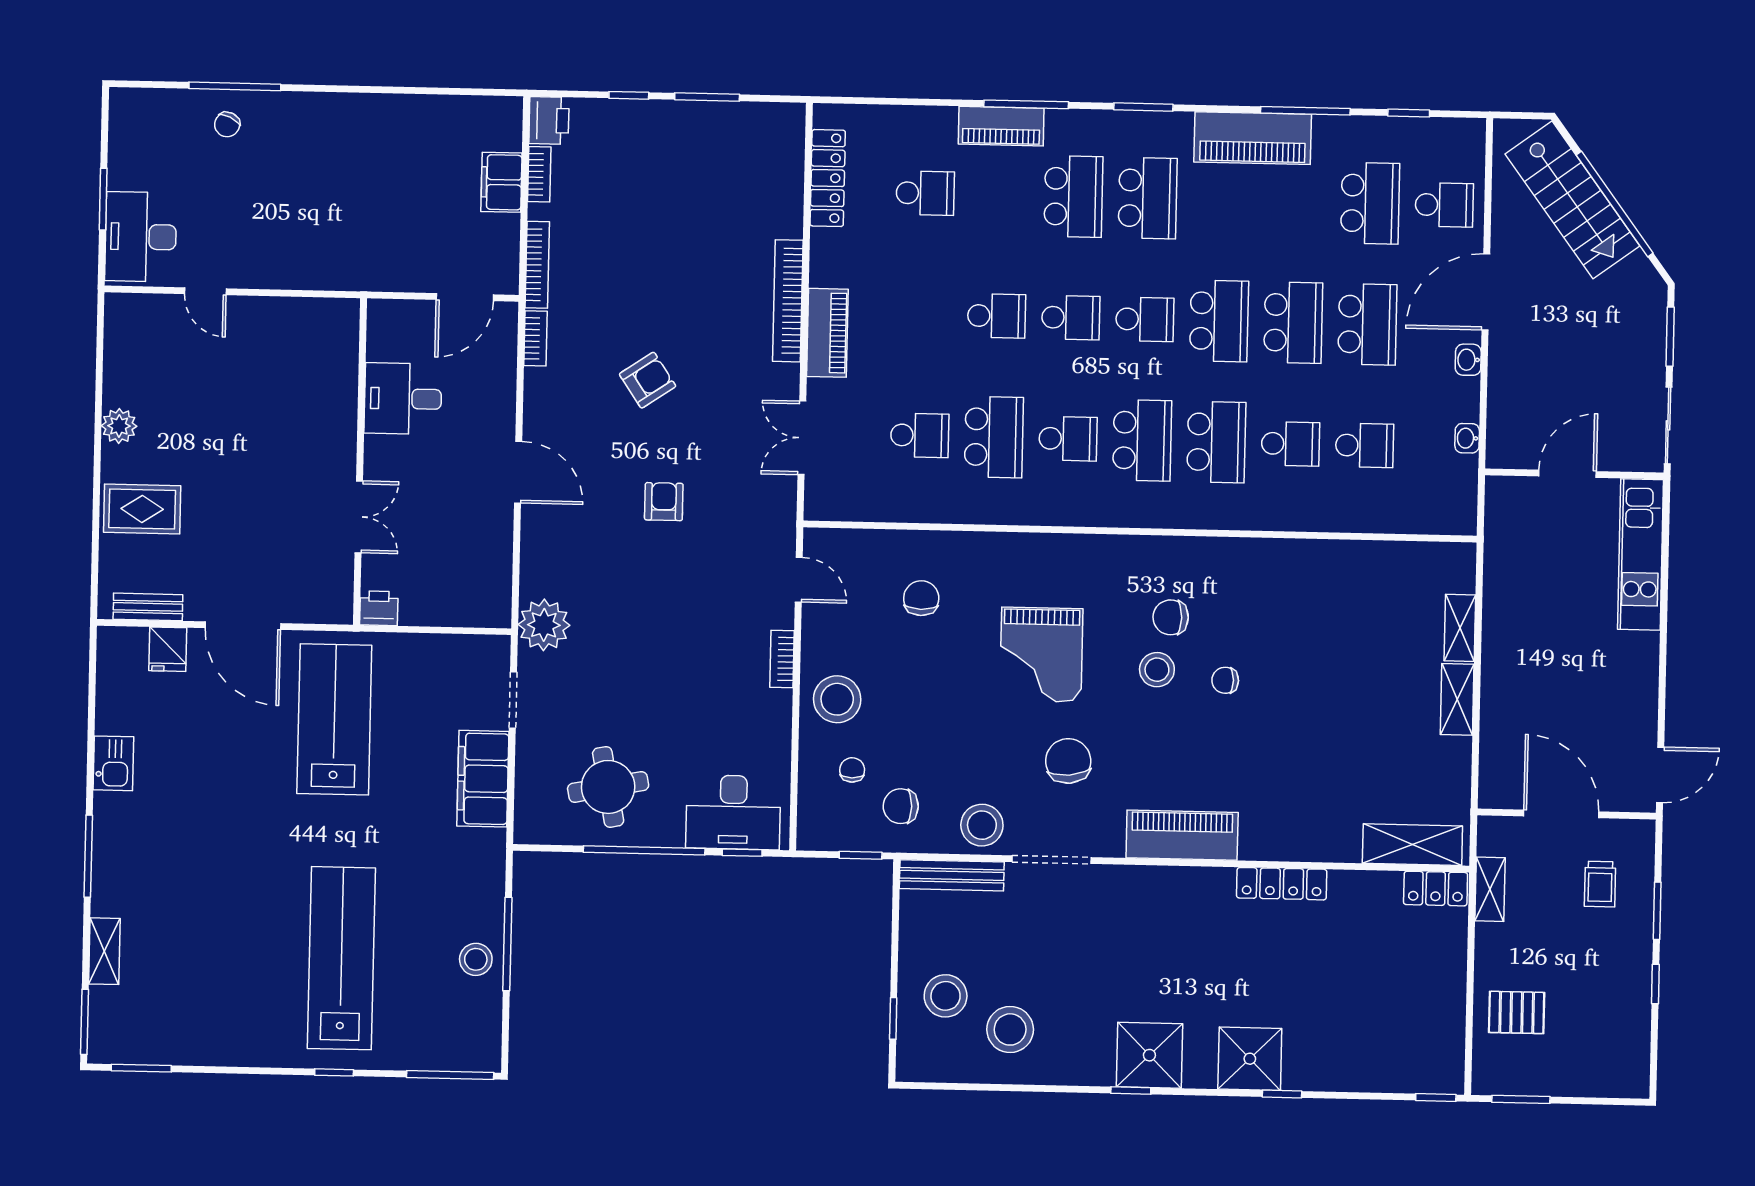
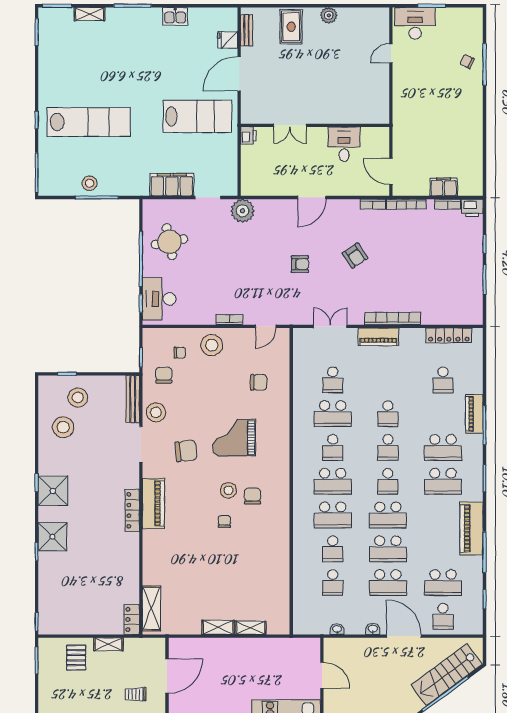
locker: (1282, 884) -> (132, 510), moved
shelving: (1490, 889) -> (108, 644), moved

